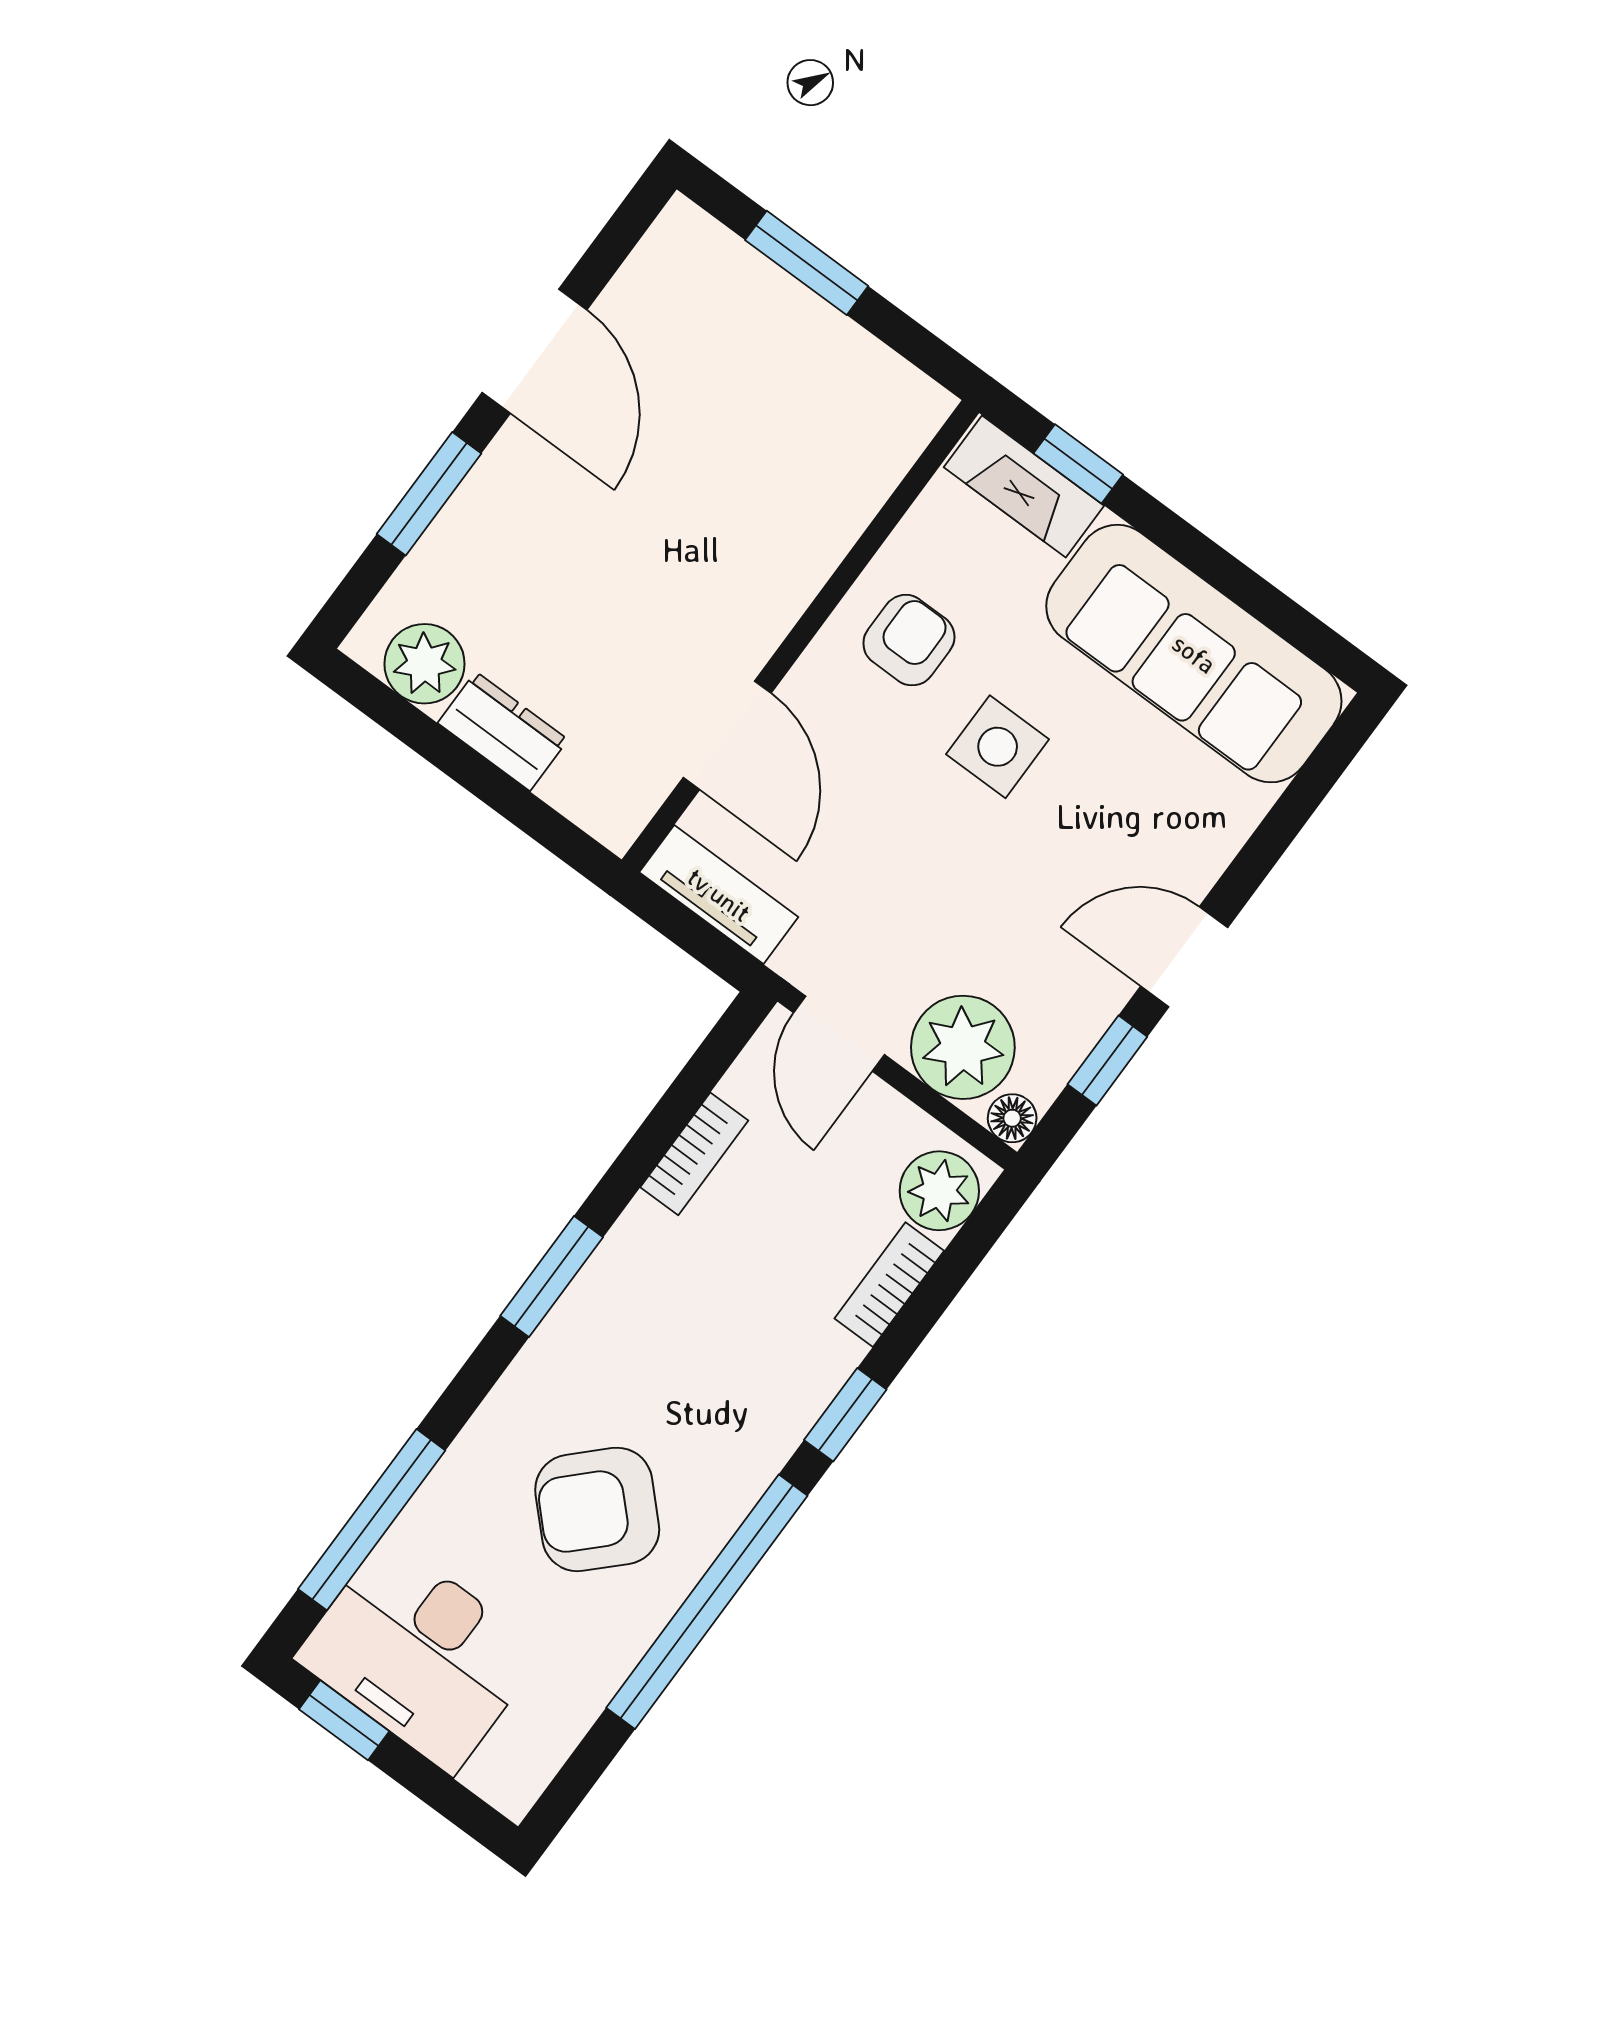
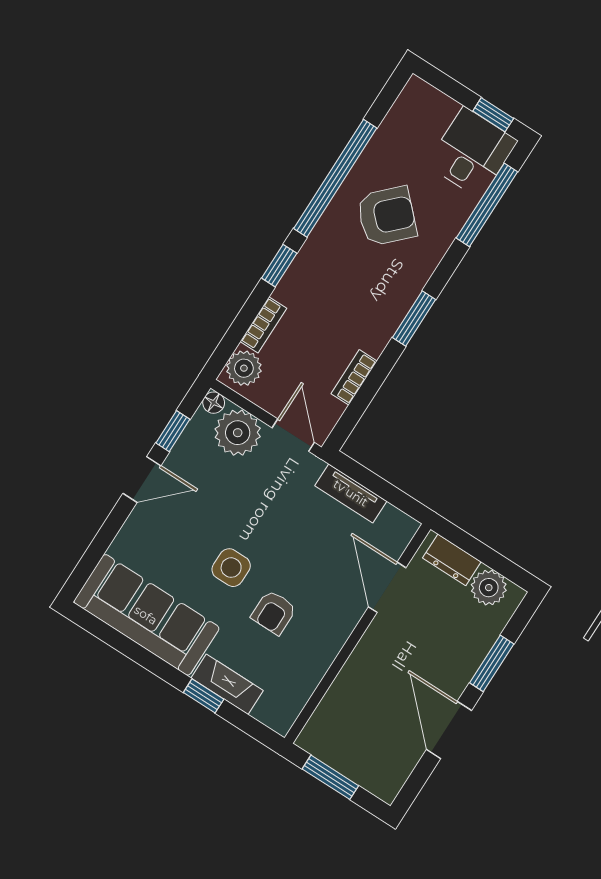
wall: (800, 636) -> (357, 634), moved
door: (727, 735) -> (387, 587), moved
desk: (419, 1655) -> (472, 153), width x0.73

